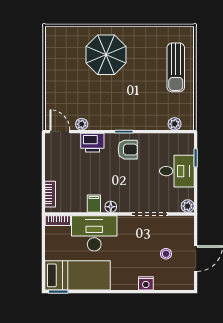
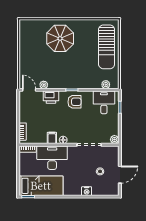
sun lounger: (176, 67) -> (107, 47), width x1.36, depth x1.34
desk: (177, 171) -> (104, 102), moved, turned -90

